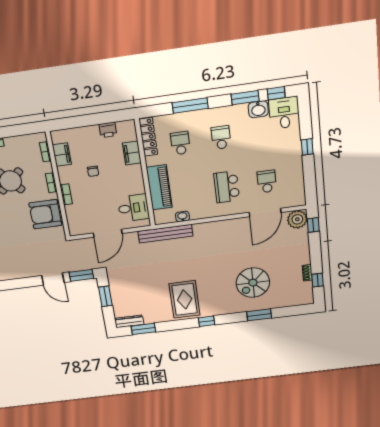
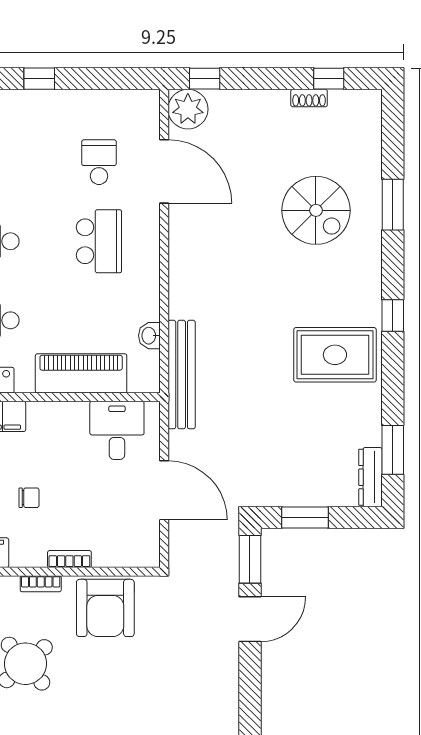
school desk: (267, 181) -> (99, 162), turned 90
school desk: (227, 187) -> (99, 241), turned -90

